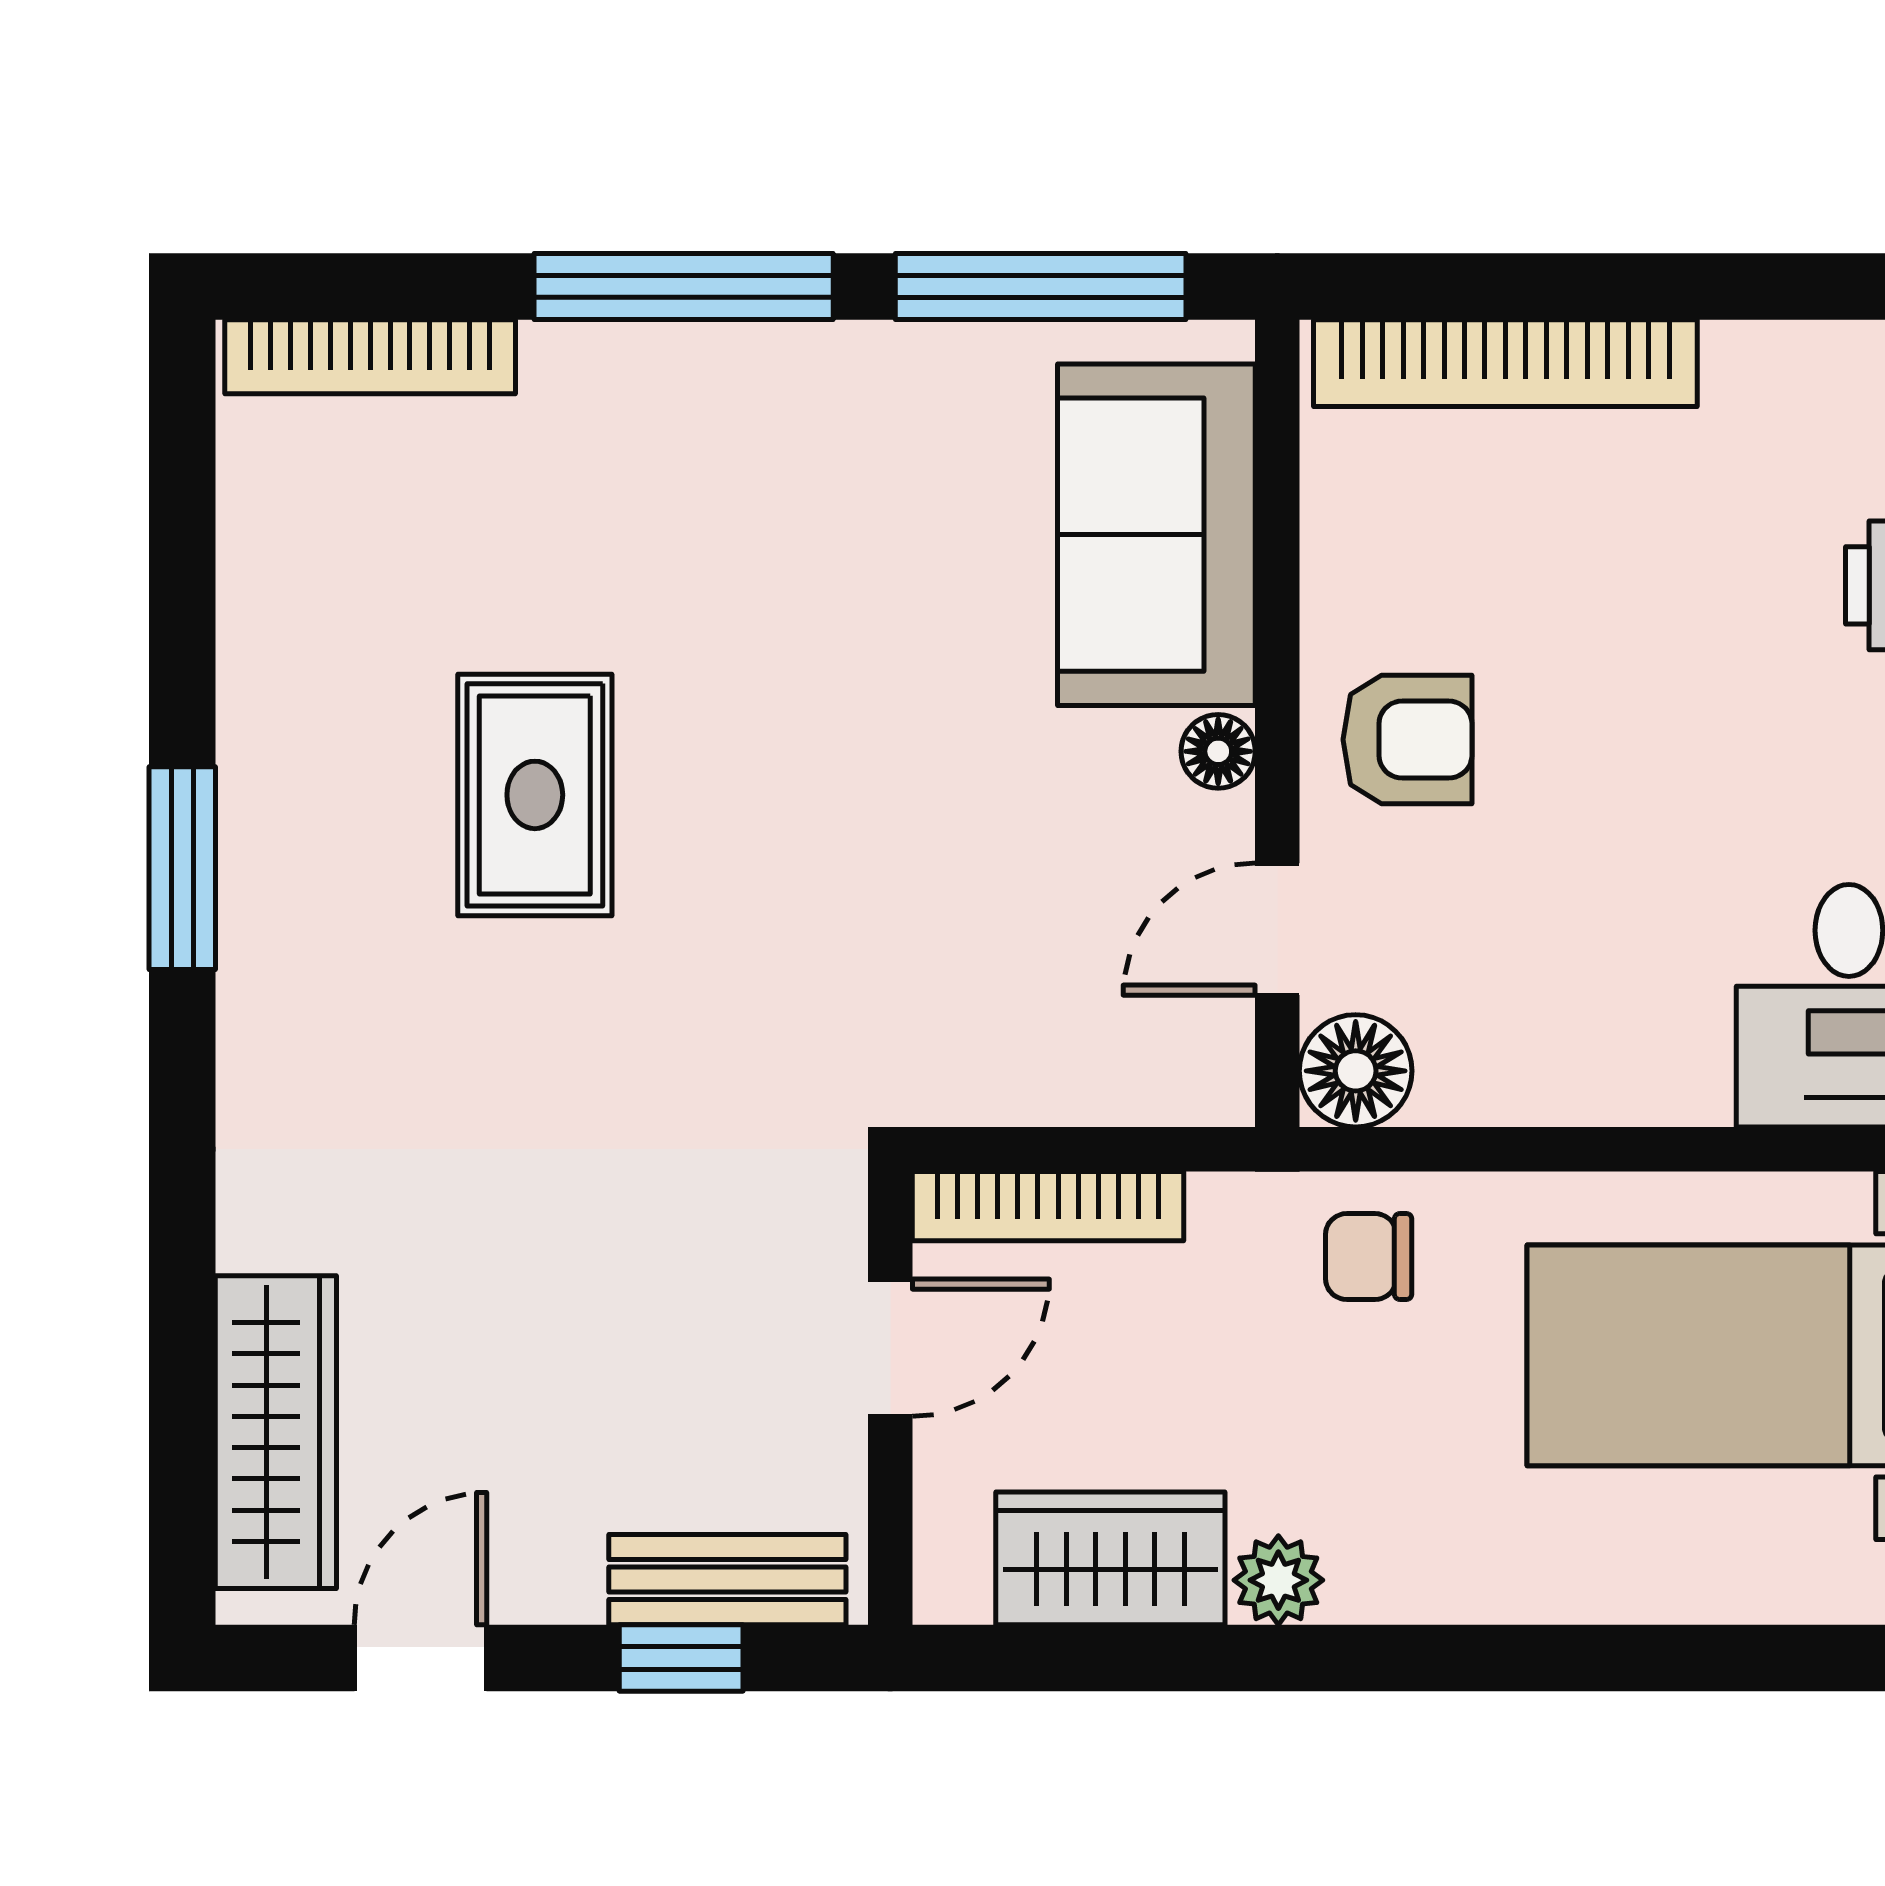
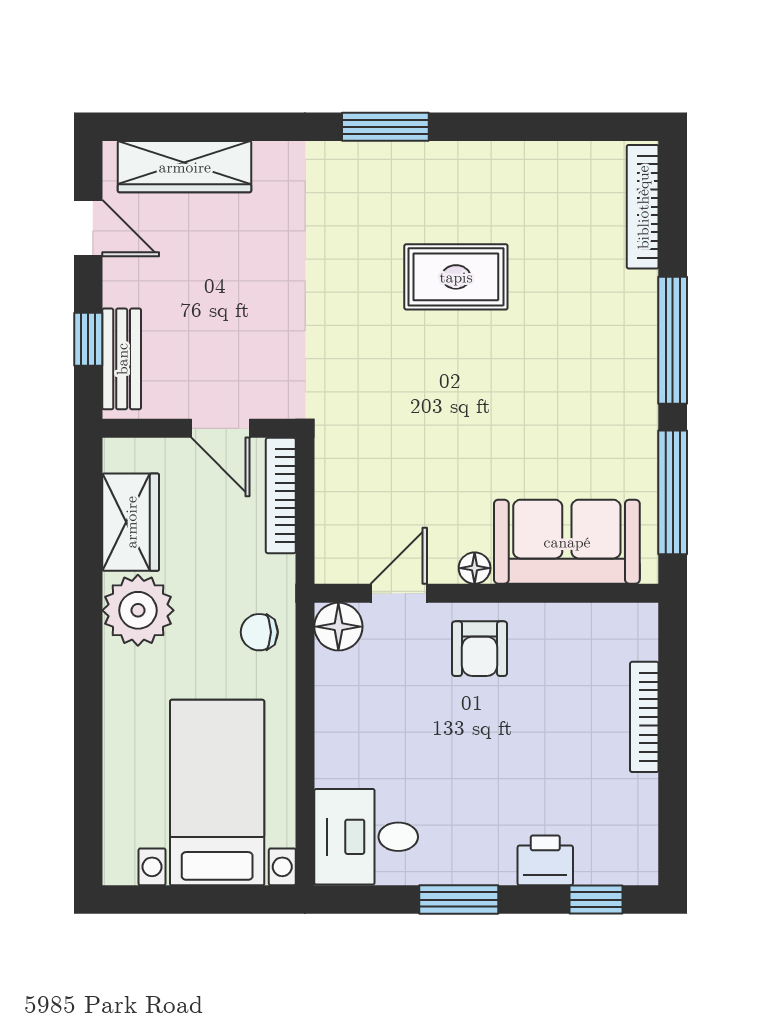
bookcase: (1505, 363) -> (644, 717), width x0.68, depth x0.76
window: (182, 868) -> (385, 127), moved
door: (1277, 929) -> (399, 593), hinge flipped
chair: (1369, 1257) -> (259, 632), turned -90
plant: (1278, 1580) -> (138, 610), width x1.88, depth x1.88

